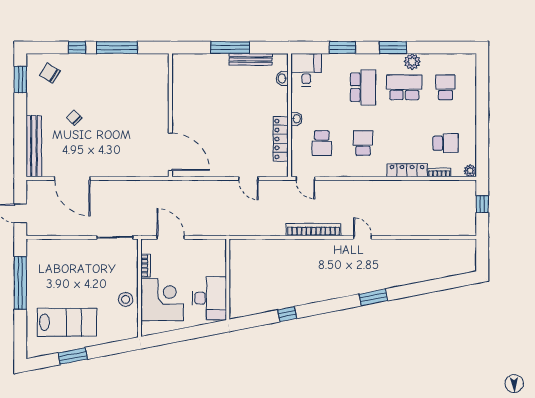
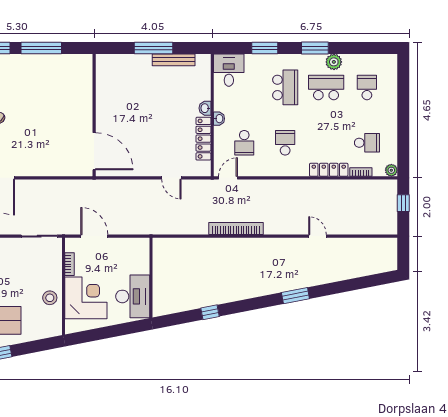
washbasin: (282, 78) -> (205, 108), moved
door: (305, 178) -> (228, 178), swing flipped
door: (362, 237) -> (317, 236), moved

